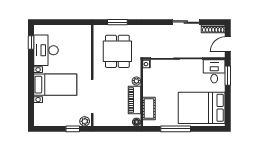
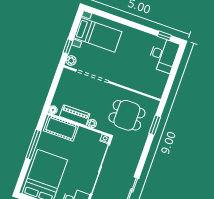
desk: (46, 50) -> (163, 55), moved, turned 90
bed with nightstands: (55, 85) -> (98, 35), moved, turned -90
cot: (149, 109) -> (61, 128), width x1.37, depth x1.34

